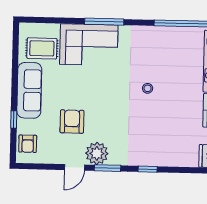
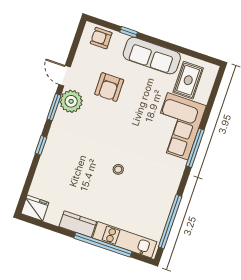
armchair: (72, 122) -> (109, 87), turned 90

